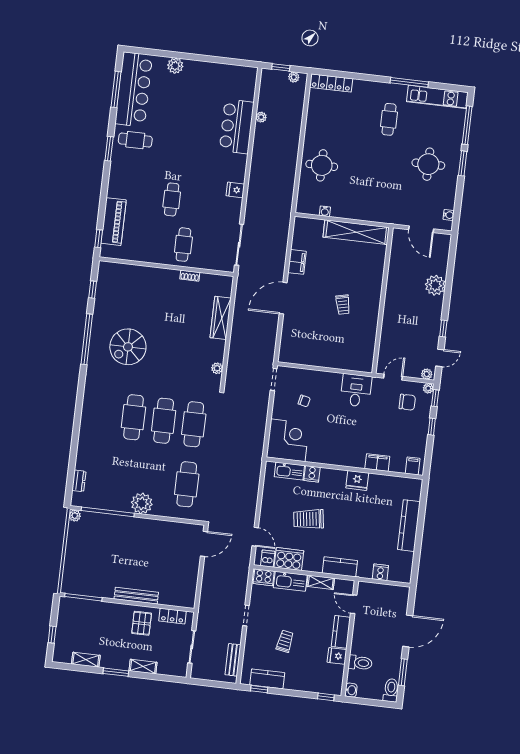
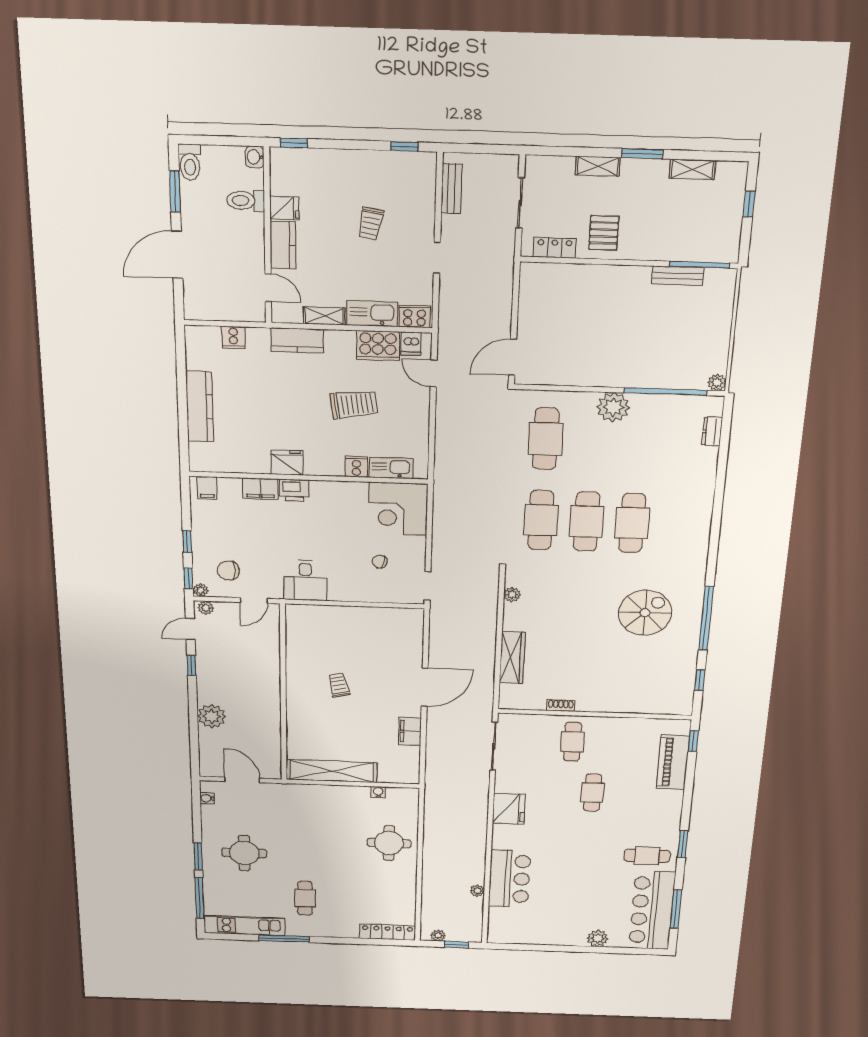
fridge: (235, 190) -> (509, 809), width x1.88, depth x1.34
printer: (355, 460) -> (294, 490), added
bench: (136, 596) -> (678, 276), moved, width x0.73
kitchen counter: (267, 679) -> (393, 163), removed

